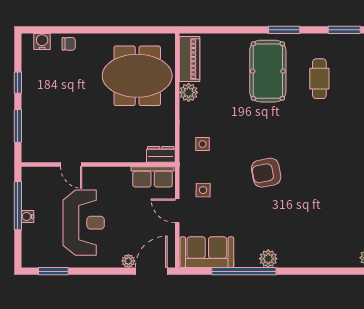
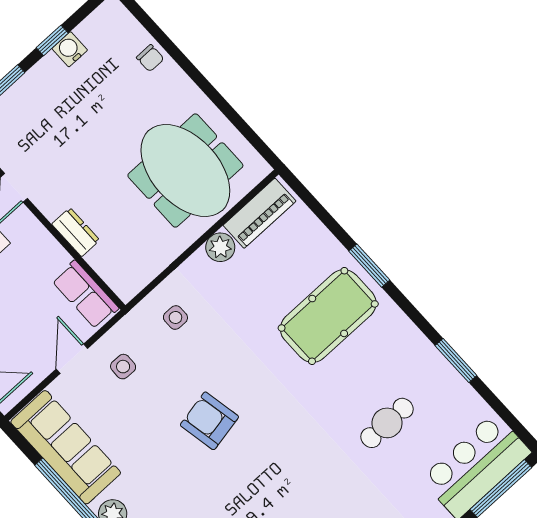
window: (284, 30) -> (369, 266), moved
water cooler: (42, 41) -> (70, 49), moved, turned -90
cafe table: (319, 79) -> (387, 423), moved
dresser: (161, 154) -> (76, 232), moved
sofa: (207, 252) -> (66, 447), width x1.36

